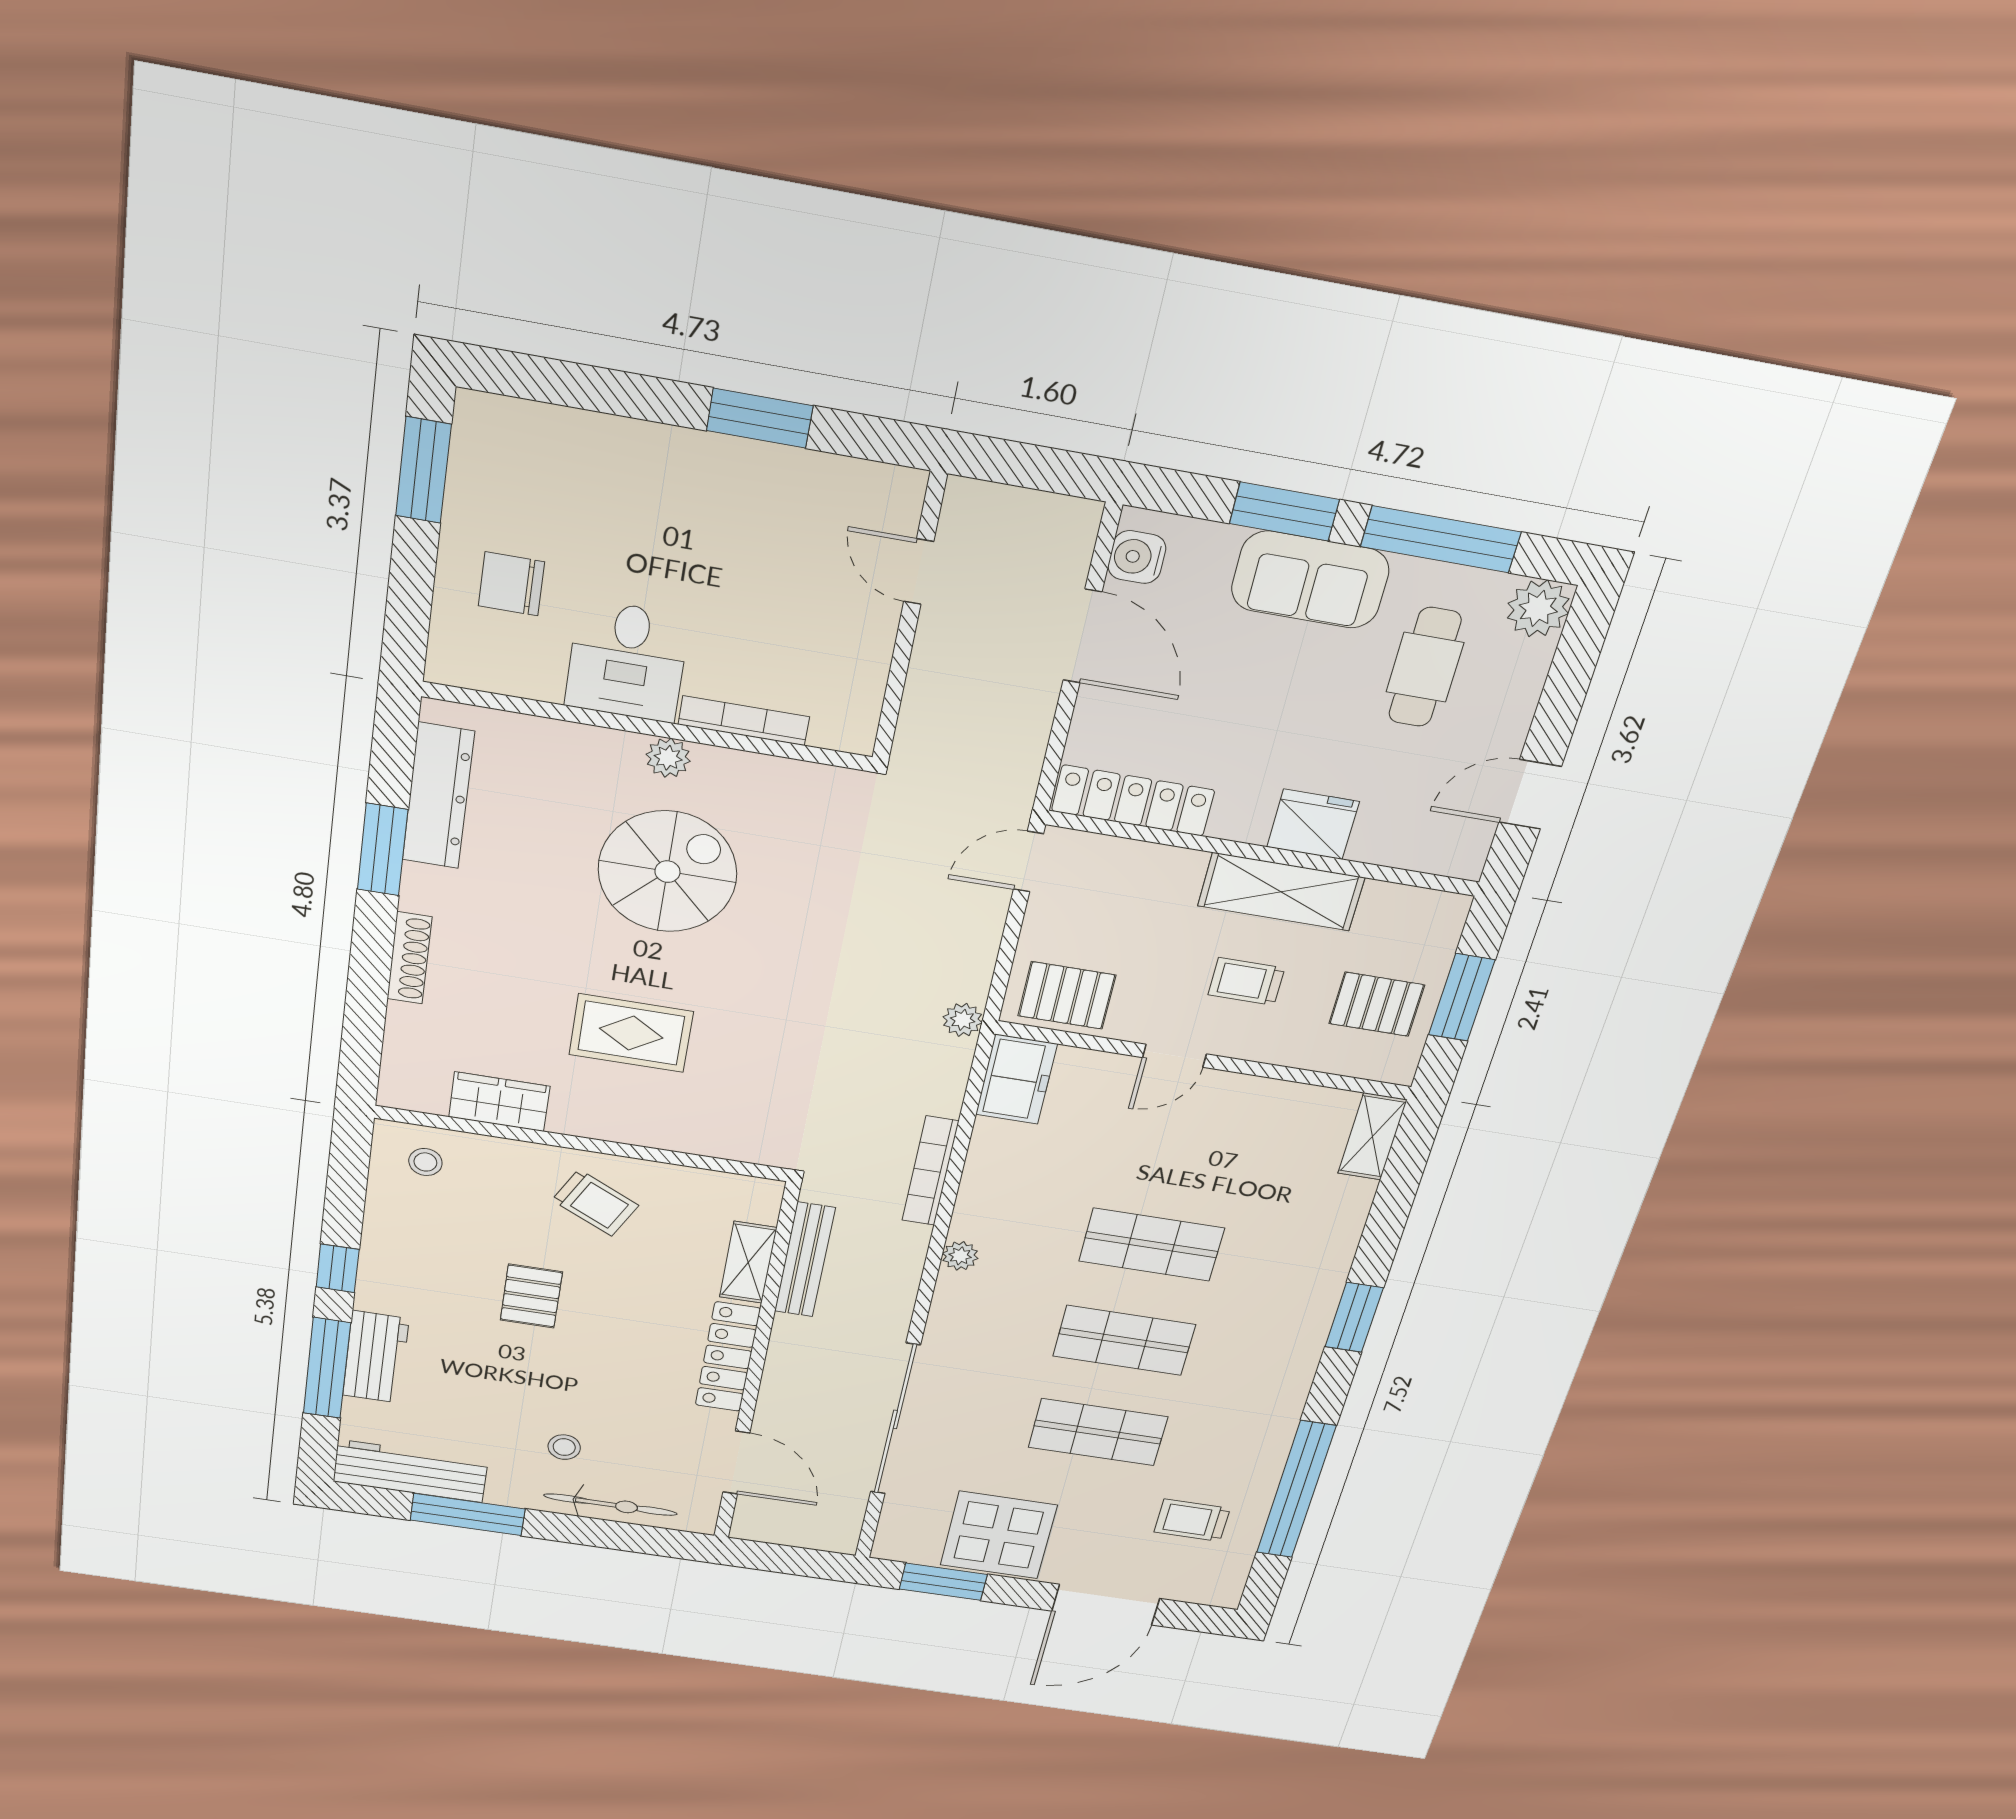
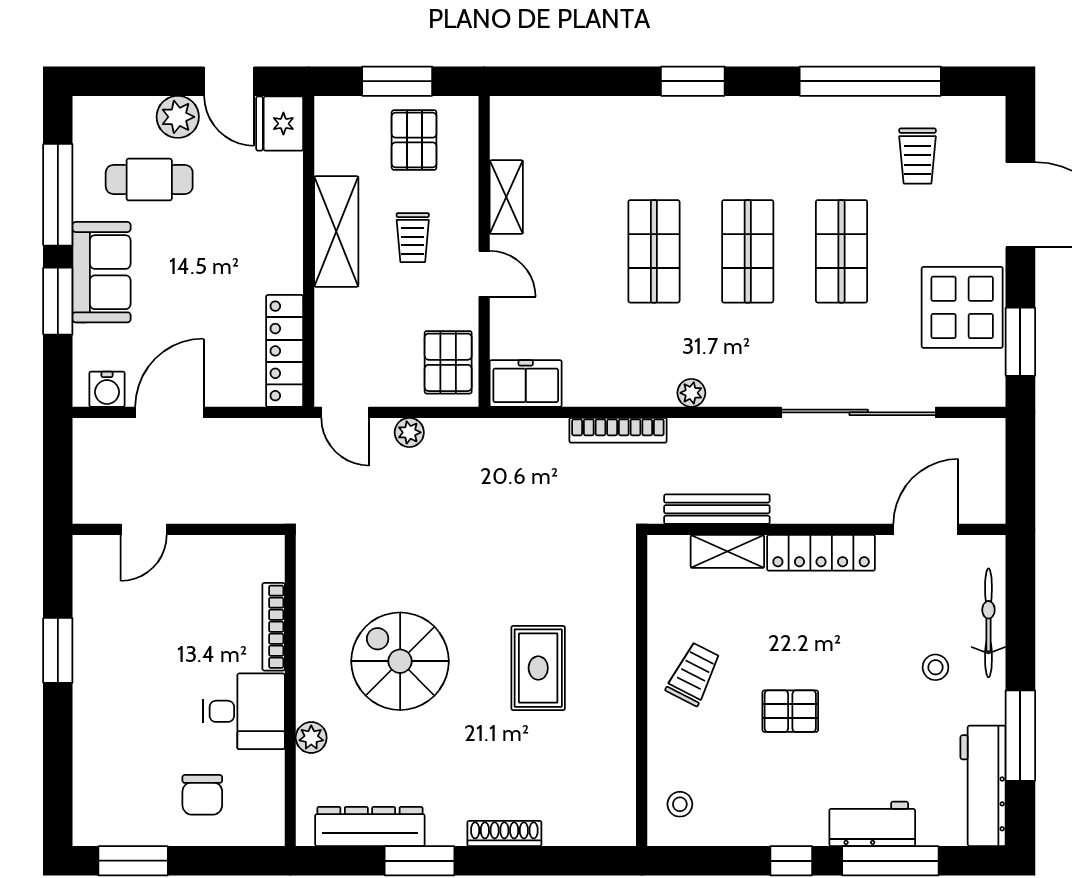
plant: (1538, 608) -> (178, 117), moved
plant: (668, 758) -> (311, 738), moved
fridge: (1313, 824) -> (280, 124), moved
plant: (963, 1020) -> (409, 432), moved
wardrobe: (499, 1102) -> (616, 756), removed
shelving: (1372, 1137) -> (506, 197), moved, turned 90

